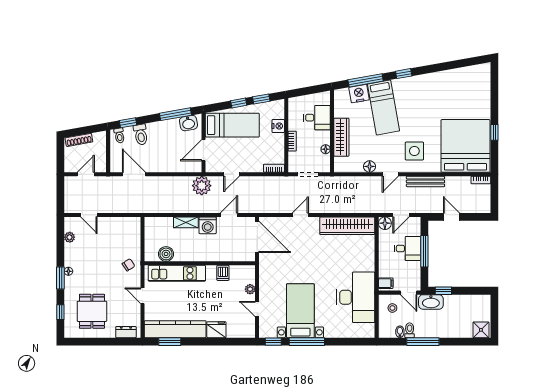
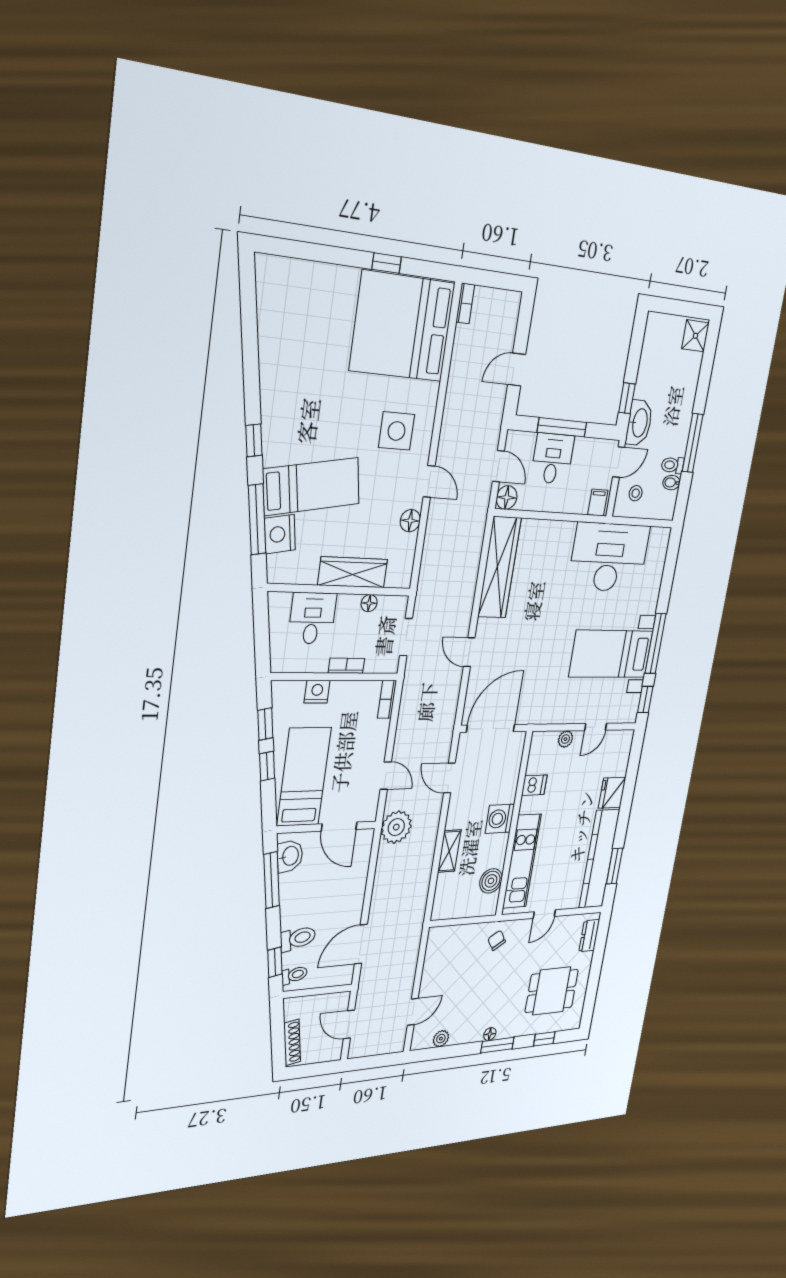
bench: (425, 181) -> (451, 414), removed
washing machine: (208, 225) -> (500, 819), moved, turned 180

